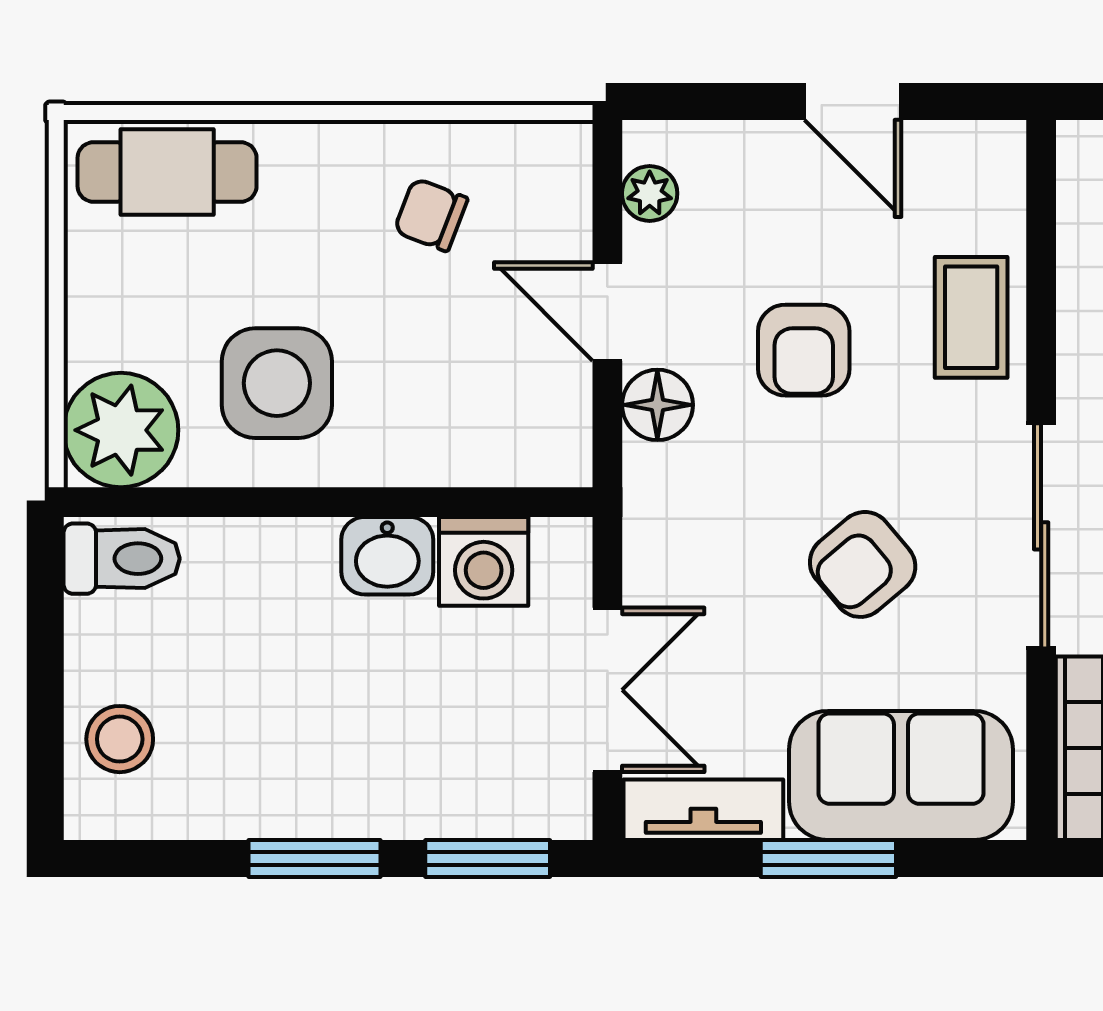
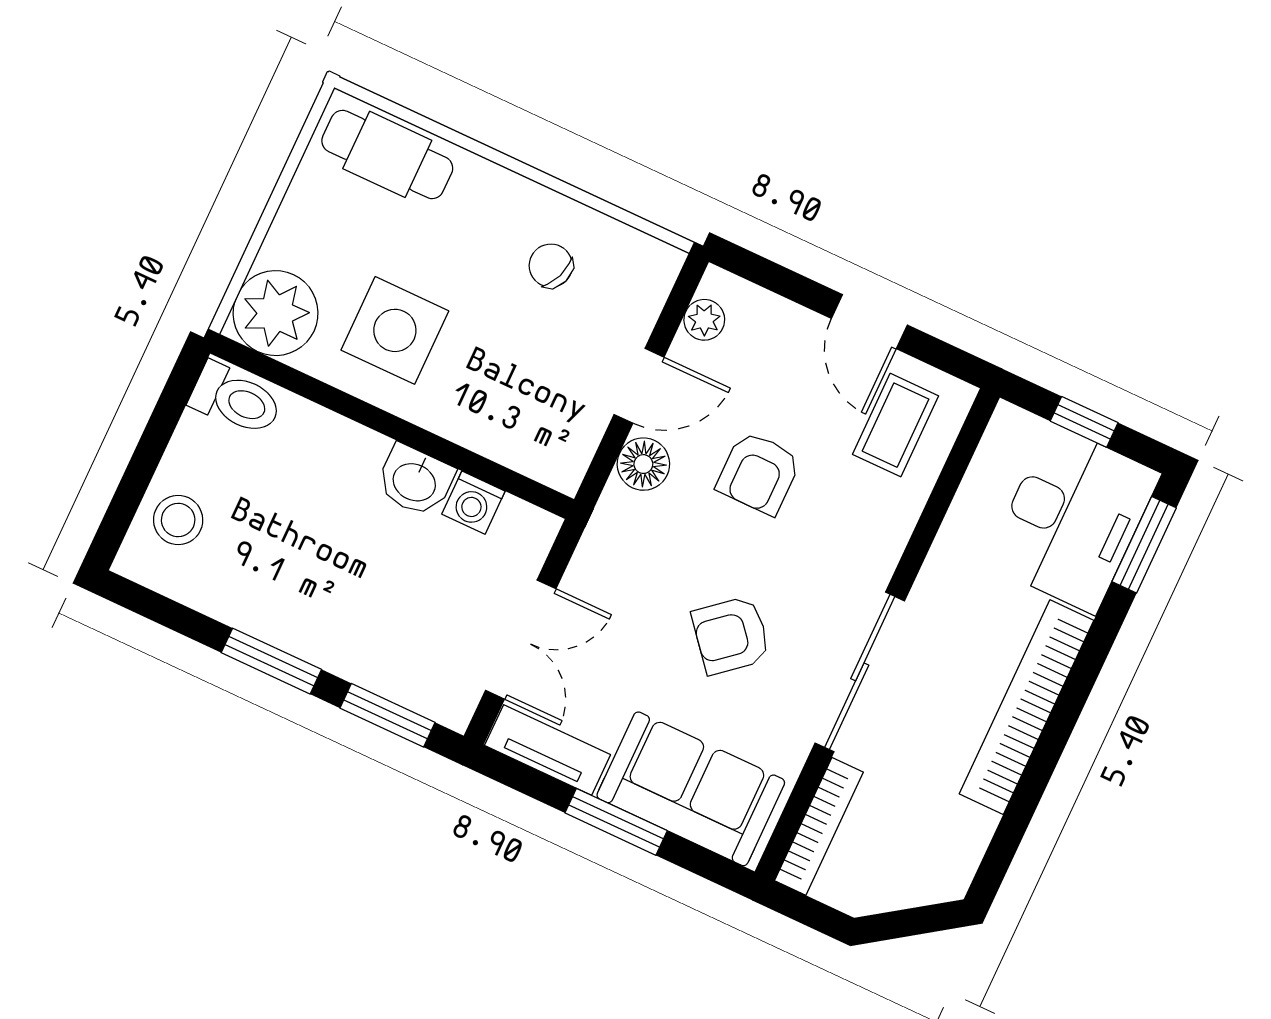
door: (607, 312) -> (639, 386), swing flipped
coffee table: (971, 317) -> (896, 425), moved
washing machine: (484, 561) -> (473, 503), width x0.73, depth x0.73

